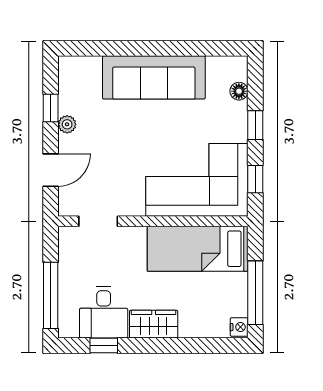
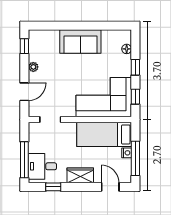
sofa: (154, 77) -> (80, 41), width x0.73
window: (51, 108) -> (24, 46), moved
desk: (104, 312) -> (42, 166), moved, turned 90
nightstand: (239, 327) -> (127, 153), moved
door: (209, 345) -> (110, 187), added

